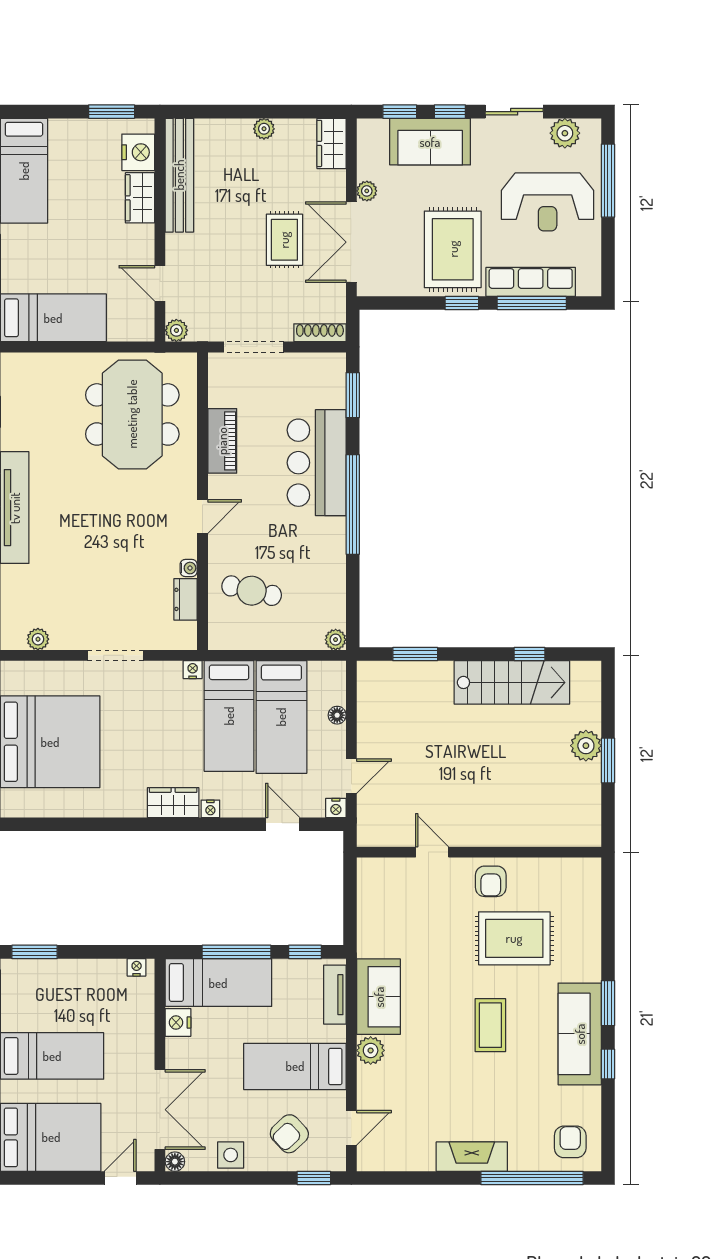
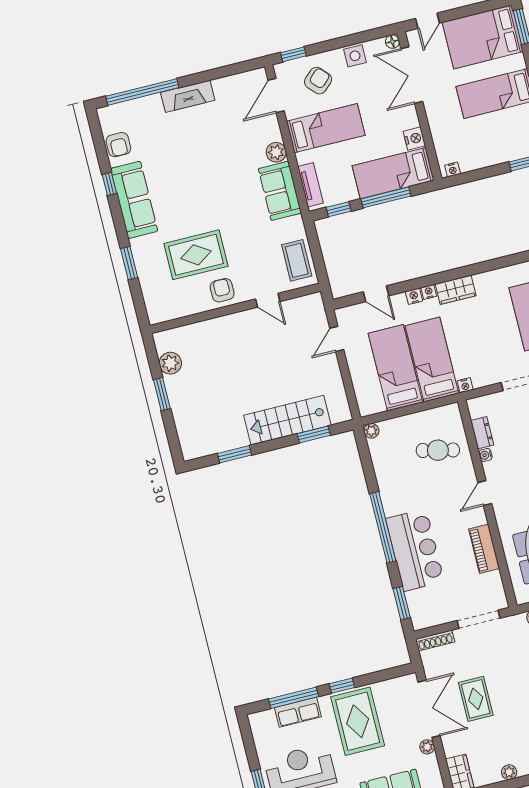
row of seats: (531, 282) -> (298, 712), width x0.68
window: (530, 654) -> (234, 454), width x1.50
stairs: (512, 682) -> (287, 420), moved
floor lamp: (337, 715) -> (357, 379), removed
plant: (586, 746) -> (170, 363), moved
nightstand: (336, 808) -> (414, 296), moved
window: (608, 1003) -> (129, 263), moved
coffee table: (490, 1025) -> (297, 260), moved
door: (351, 1128) -> (276, 95), width x1.38
armchair: (570, 1142) -> (118, 145), moved

